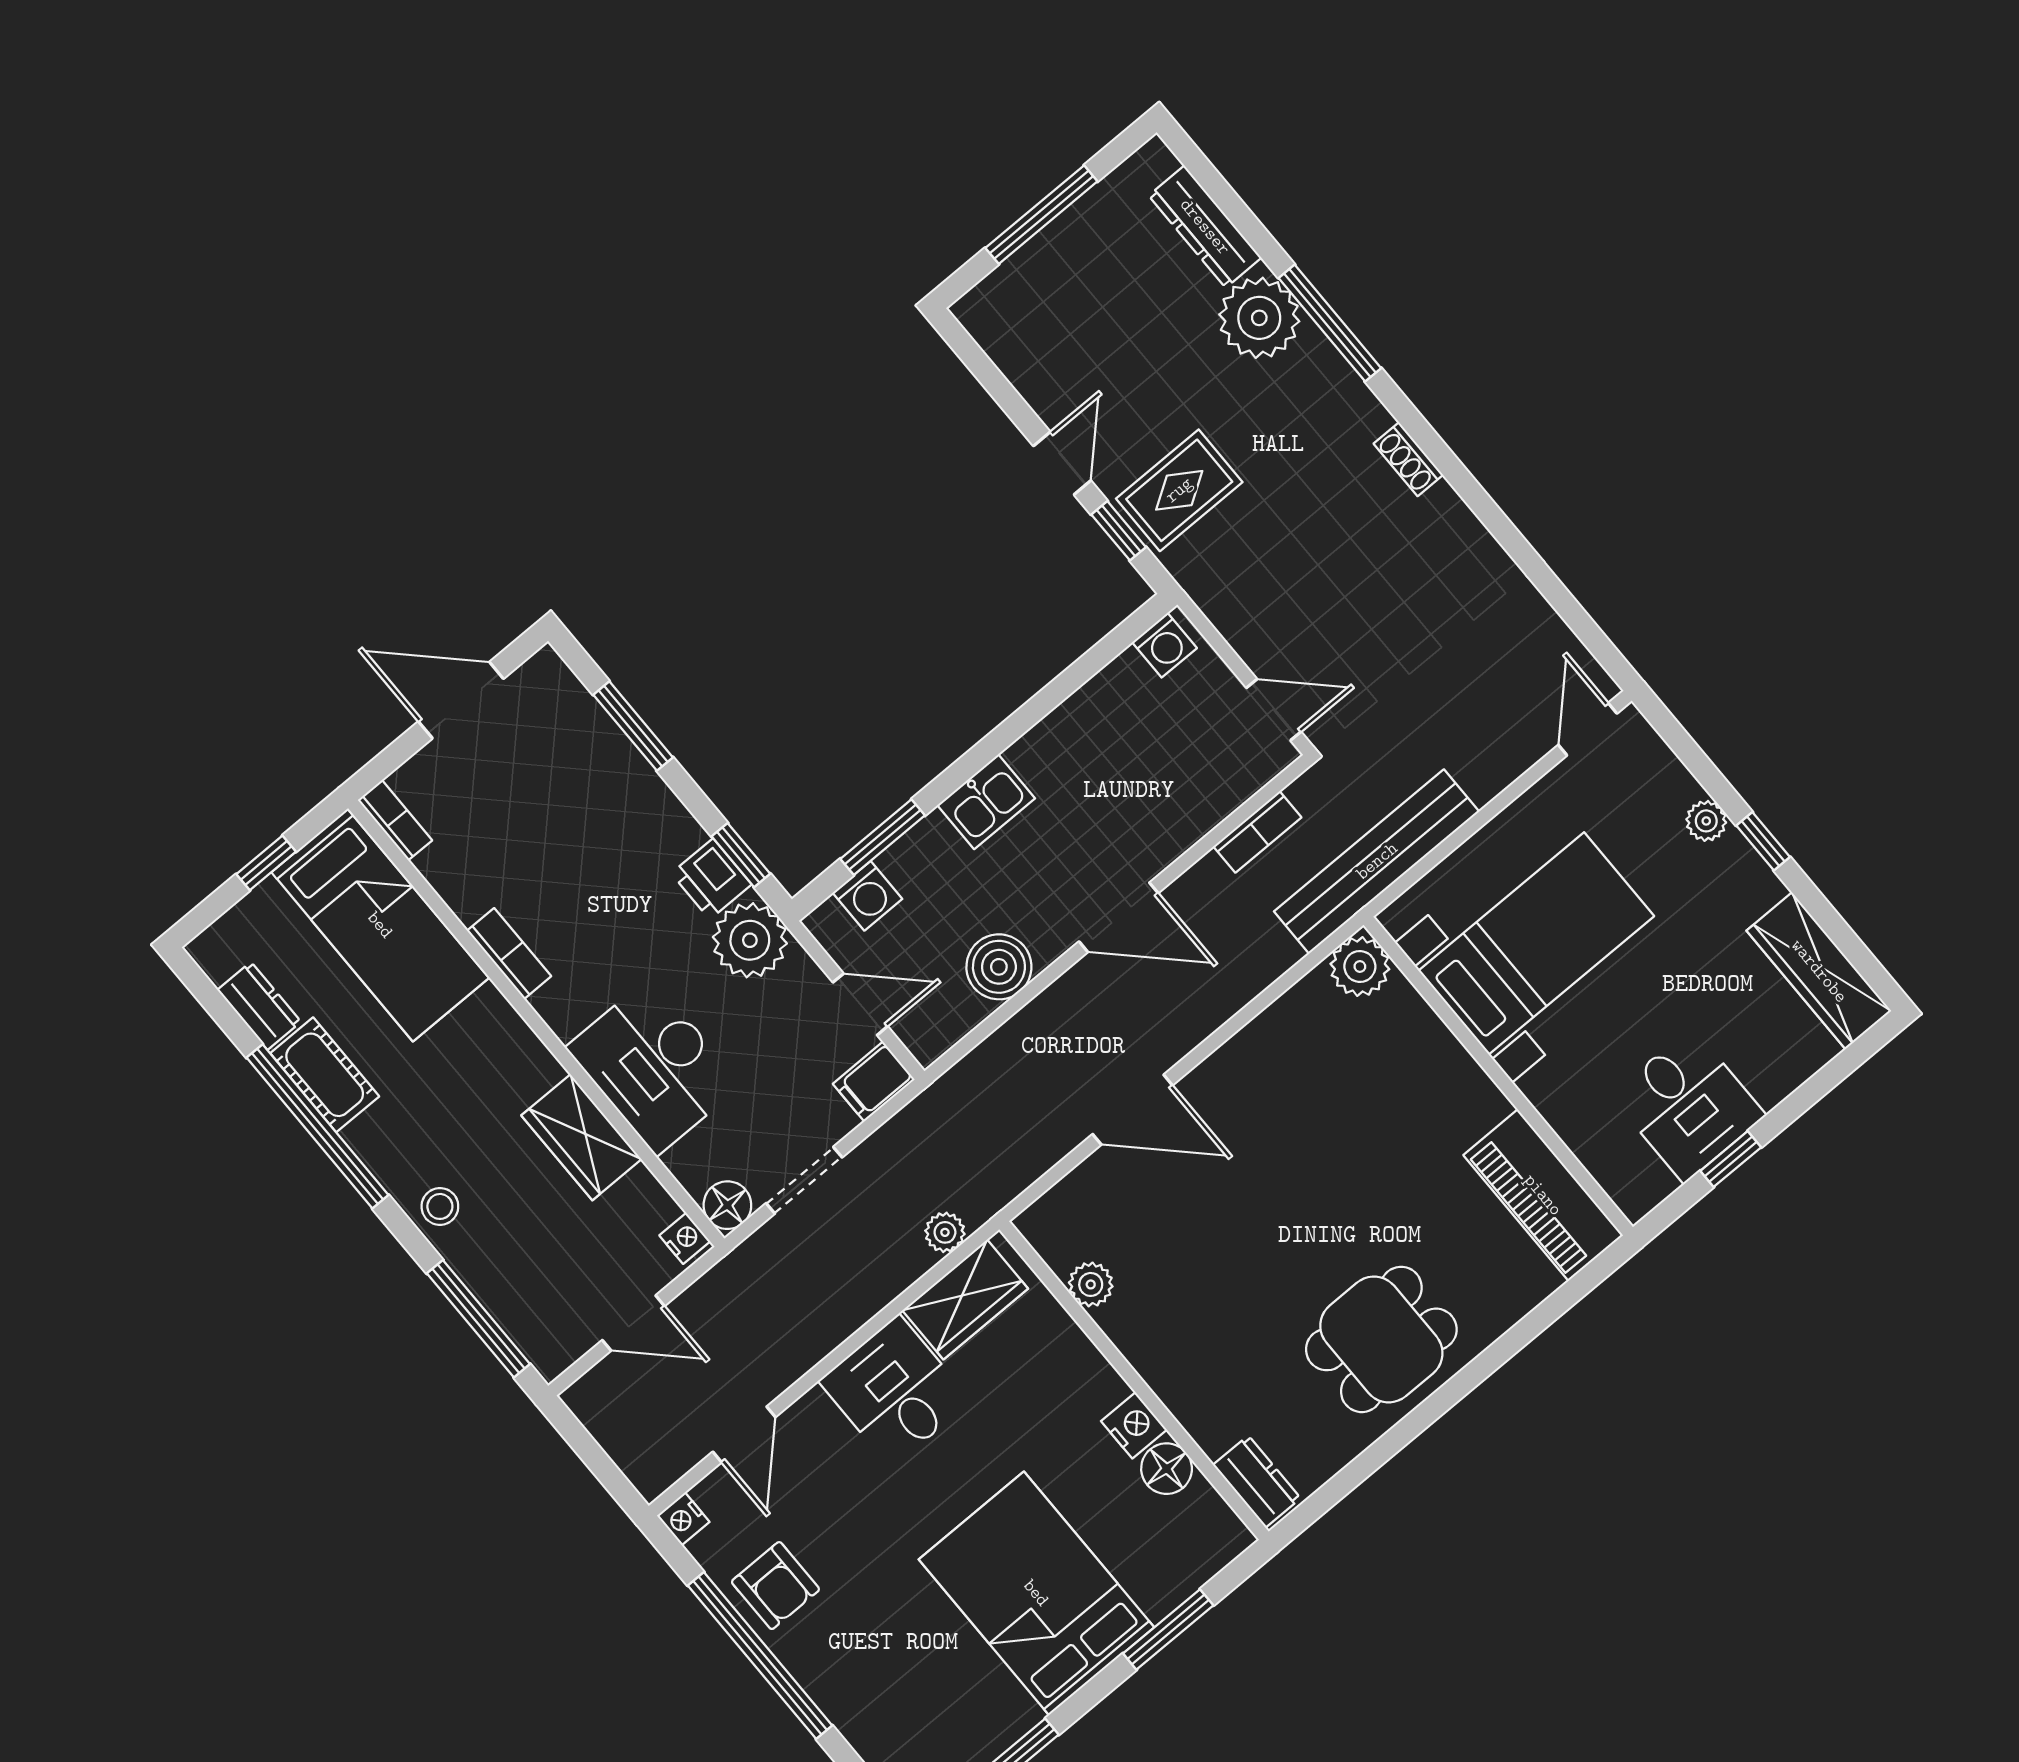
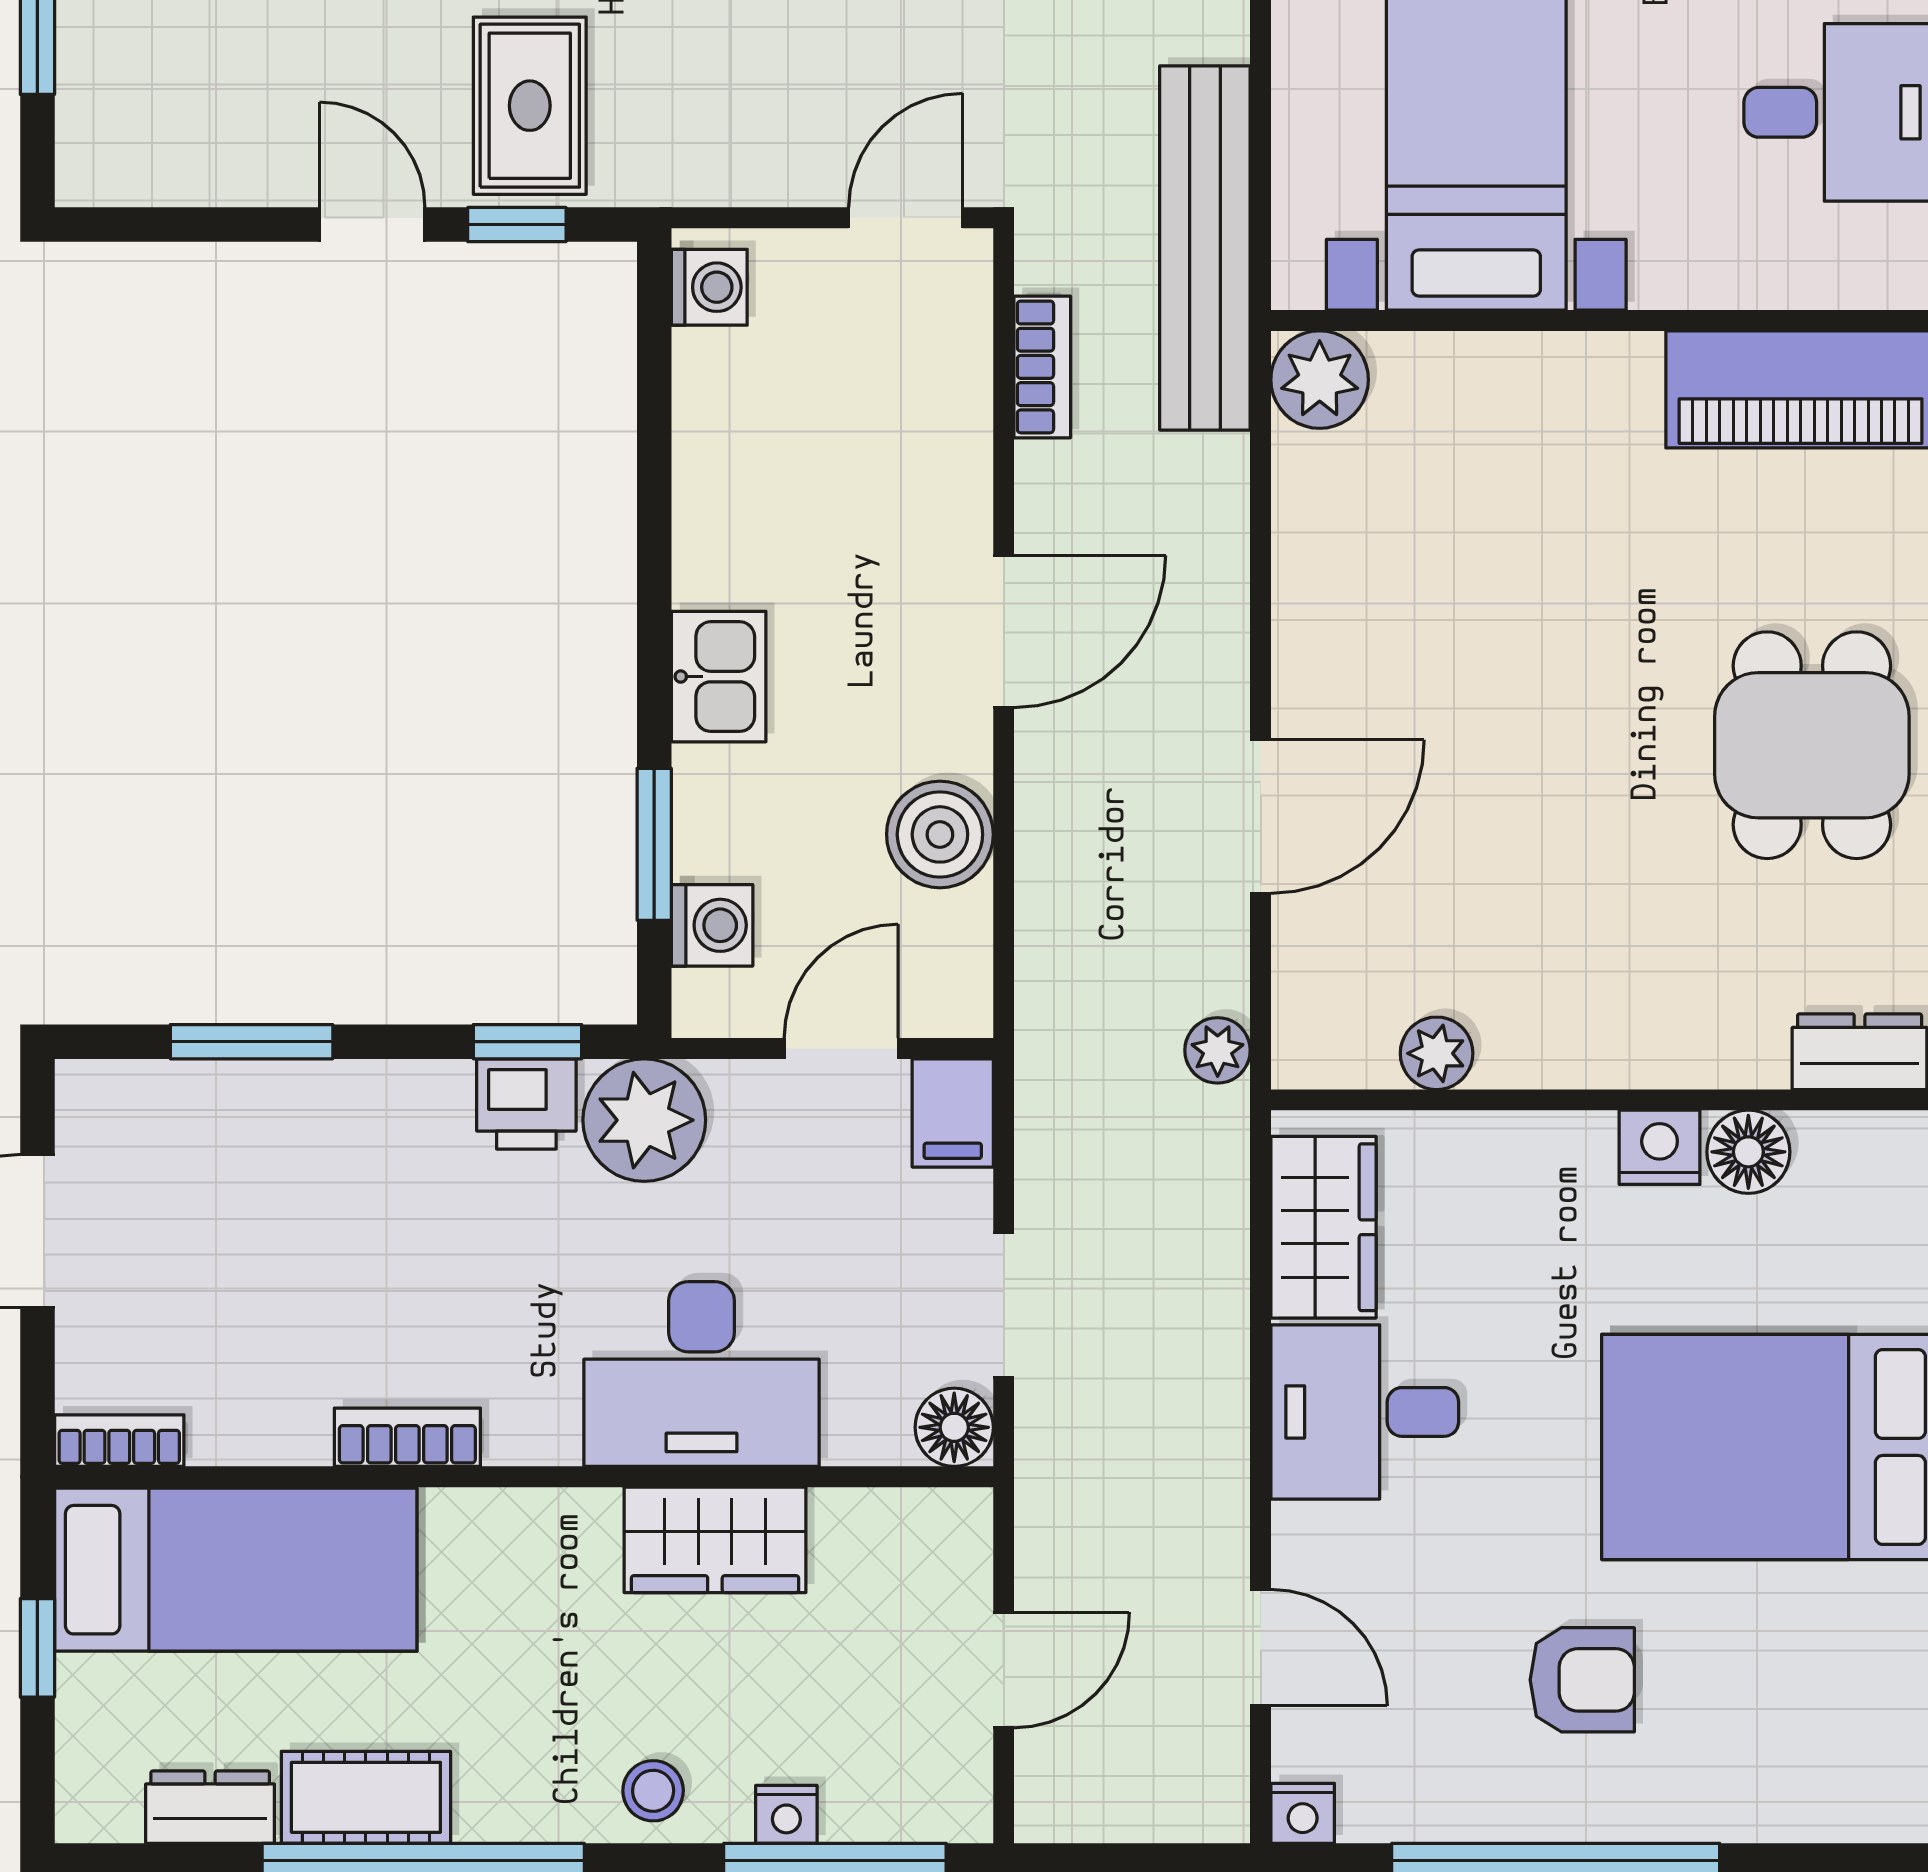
plant: (945, 1232) -> (1218, 1050), moved
nightstand: (685, 1238) -> (786, 1814), moved, turned 180
armchair: (775, 1586) -> (1582, 1680), moved

